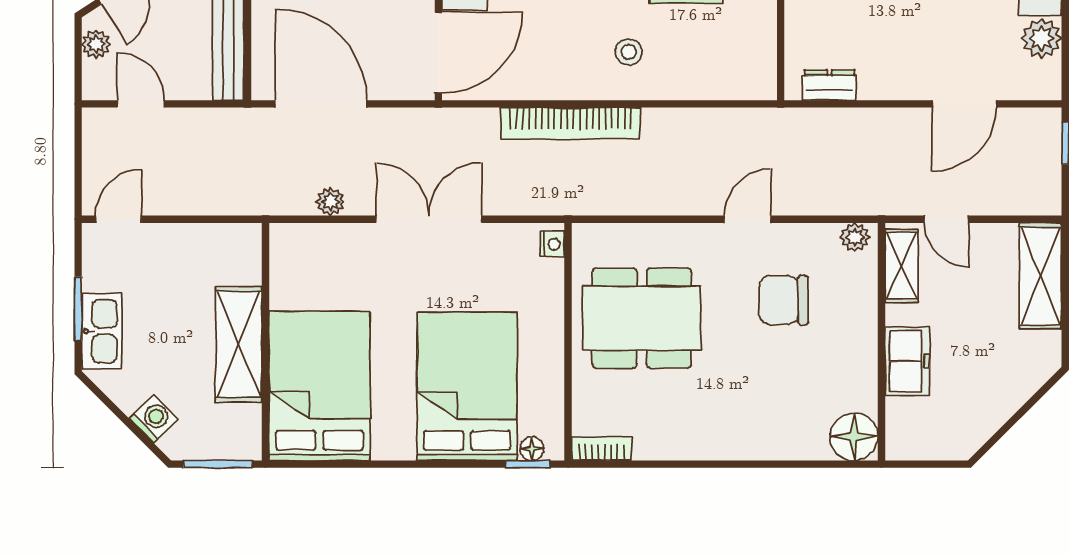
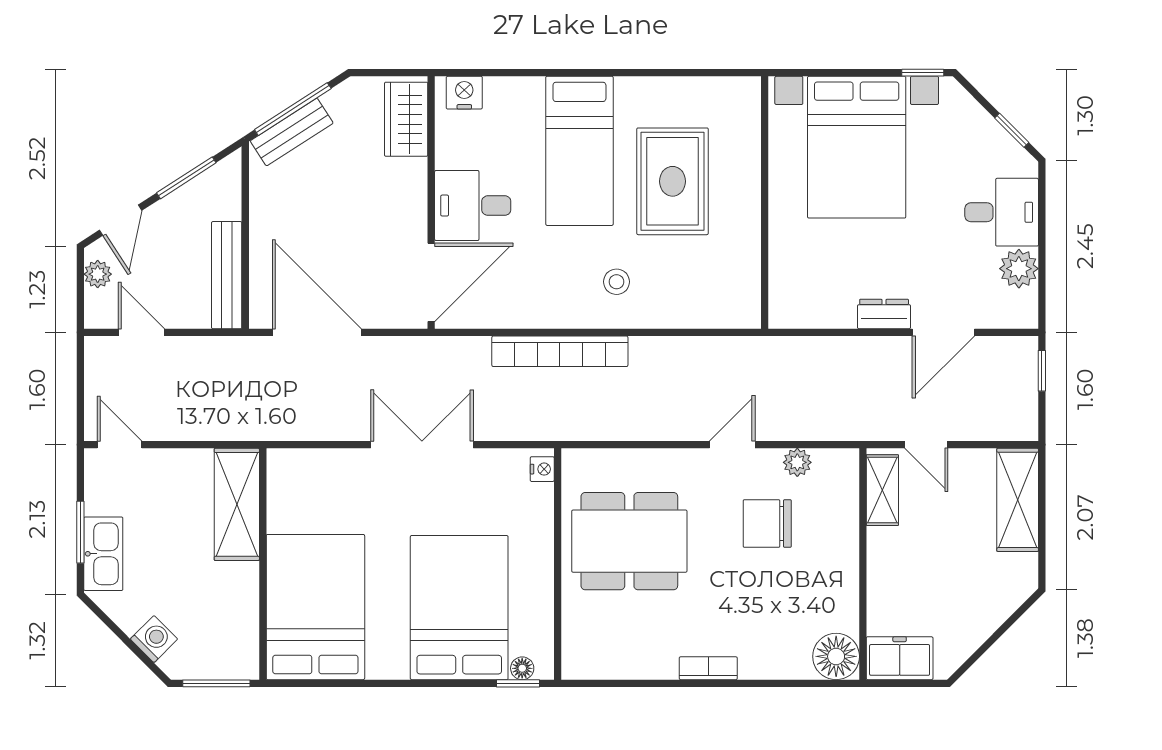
dresser: (830, 85) -> (884, 314), moved
plant: (331, 202) -> (326, 427), removed
door: (118, 219) -> (120, 445), hinge flipped
plant: (855, 237) -> (797, 462), moved
shelving: (239, 344) -> (237, 504), moved
freezer: (907, 361) -> (900, 658), moved, turned -90
bookcase: (601, 449) -> (708, 668), moved

